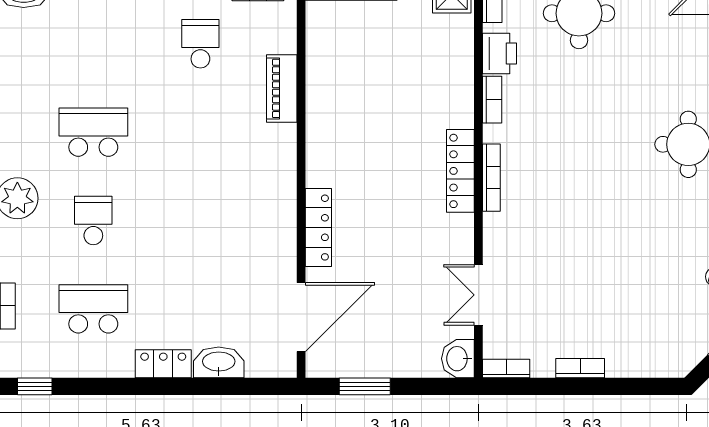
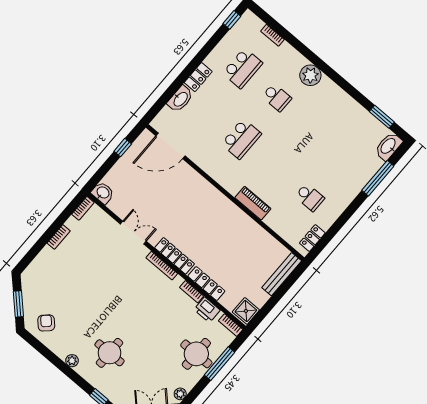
piano: (282, 88) -> (253, 203), moved
school desk: (93, 132) -> (241, 139), moved
locker: (318, 228) -> (206, 284), moved, turned 180
double door: (478, 295) -> (133, 233), moved
door: (301, 317) -> (171, 146), hinge flipped
window: (365, 386) -> (123, 148), width x0.67

